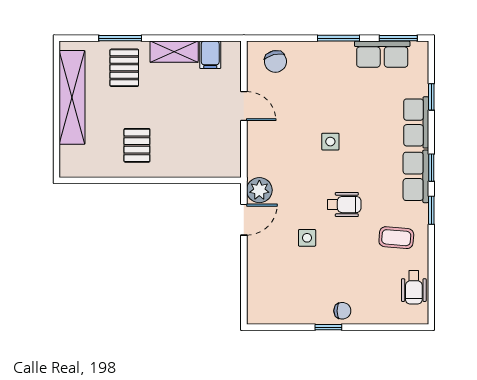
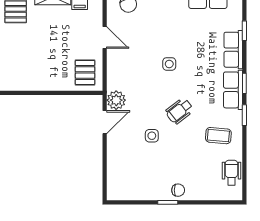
pallet: (137, 145) -> (85, 72), moved
wheelchair: (344, 205) -> (180, 111), turned 142
wheelchair: (414, 287) -> (231, 173), turned 180

